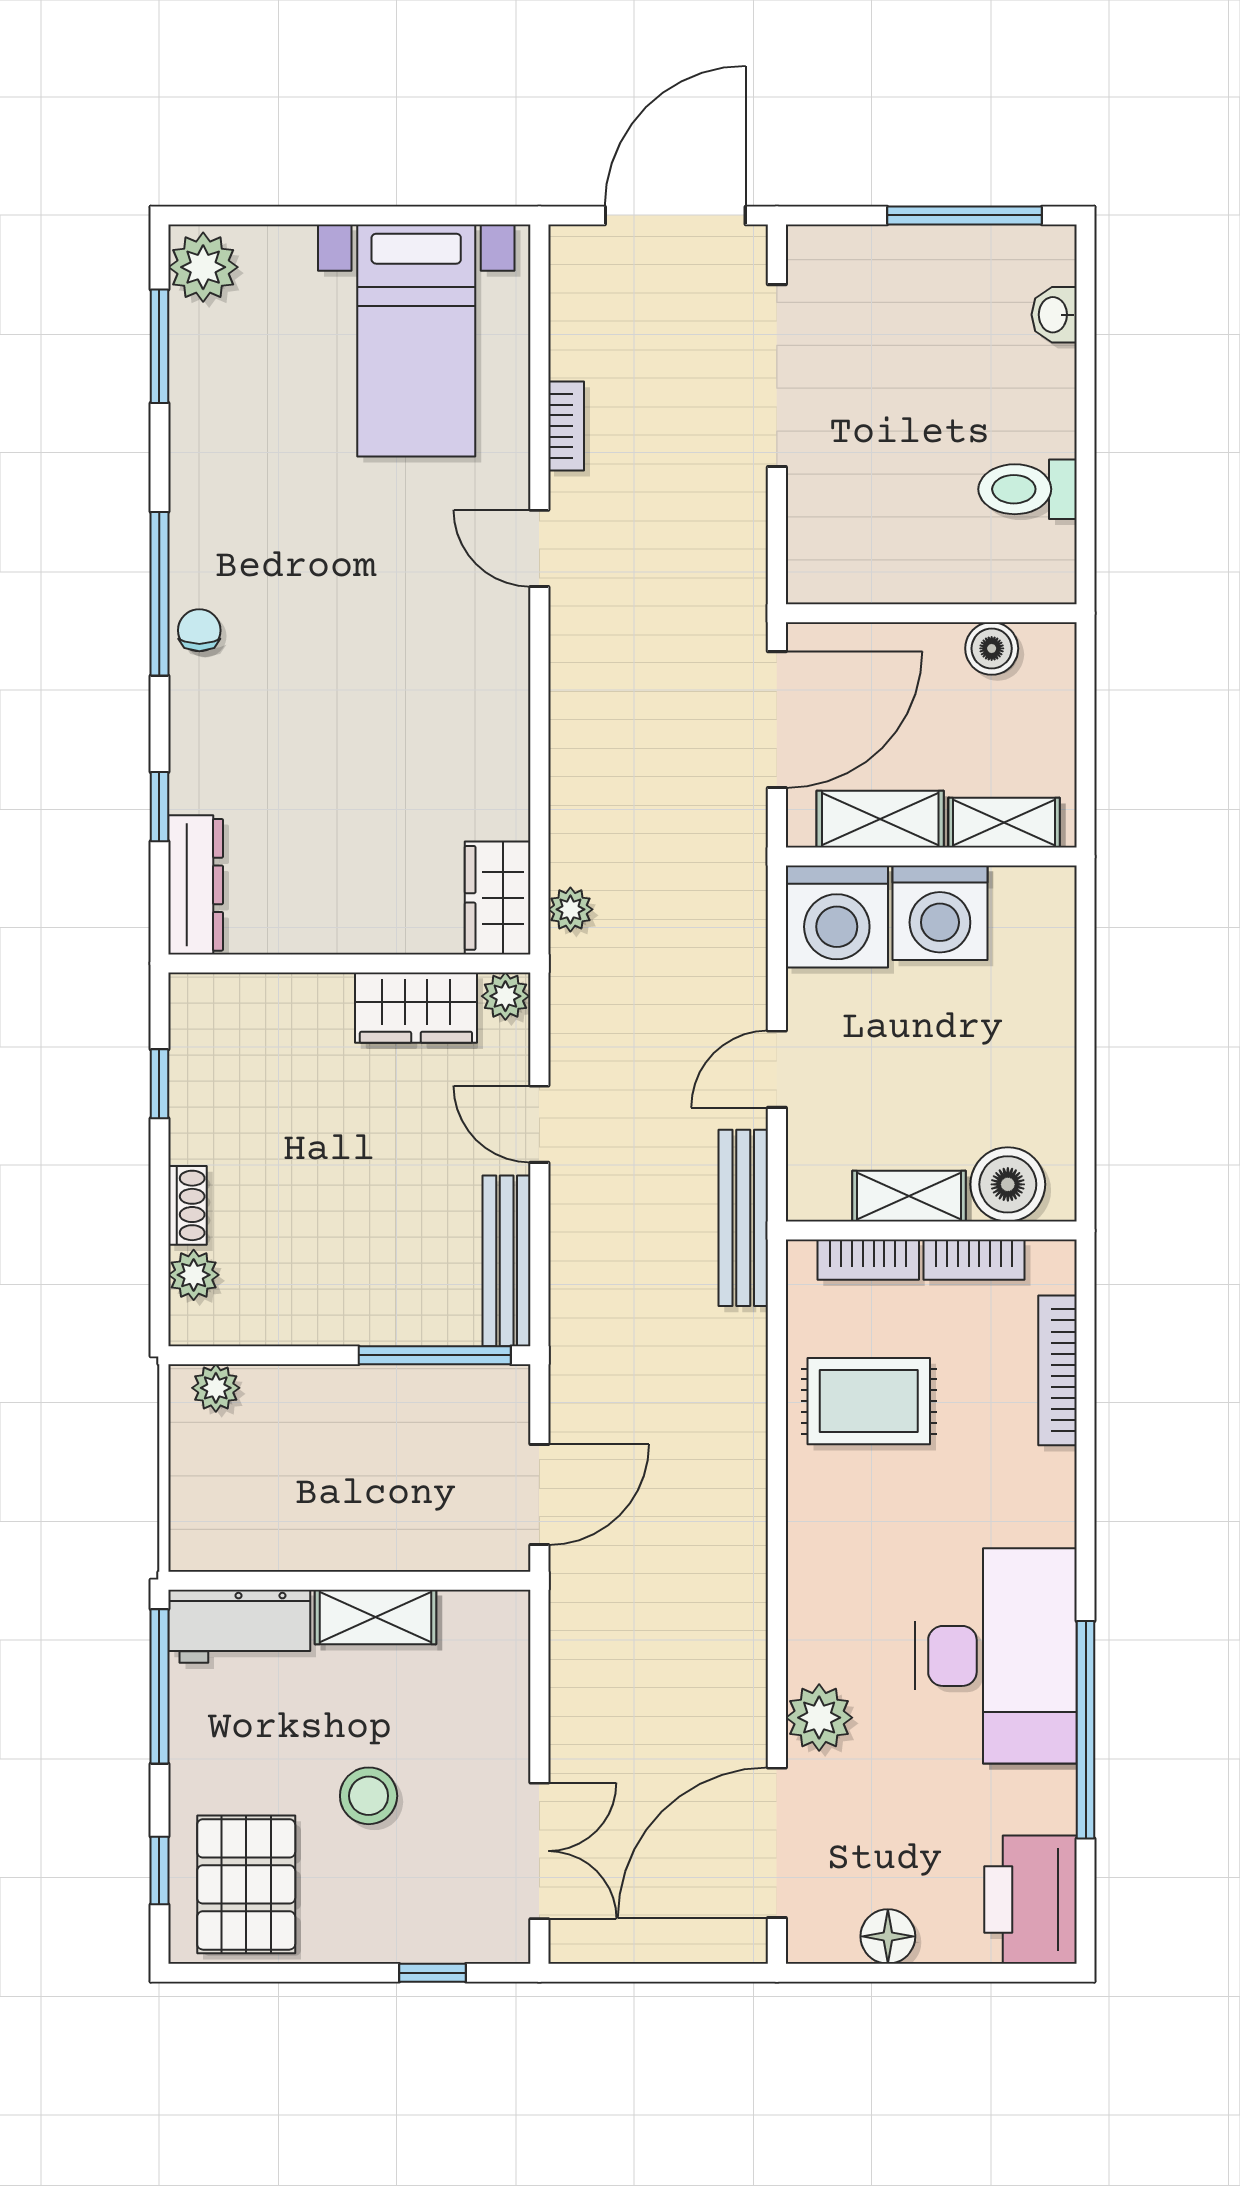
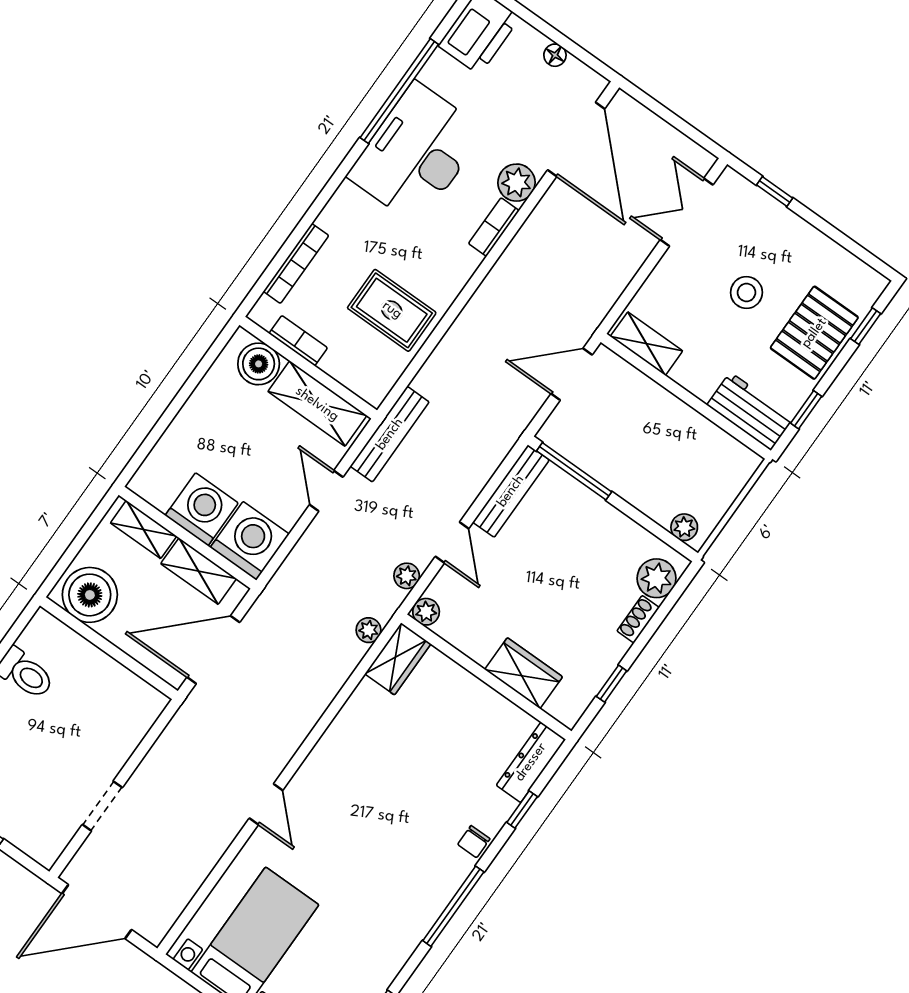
doorway: (777, 376) -> (102, 806), width x0.53
bookcase: (566, 426) -> (214, 851), removed
chair: (199, 630) -> (474, 842), moved
boiler: (992, 648) -> (90, 595), width x1.86, depth x1.86
wardrobe: (416, 1008) -> (524, 673), moved
plant: (571, 1028) -> (407, 576), added
door: (777, 1069) -> (326, 491), swing flipped
shelving: (909, 1196) -> (317, 404), width x1.50, depth x1.33
bookcase: (868, 1260) -> (494, 227), moved, turned -90
plant: (194, 1275) -> (657, 578), width x1.38, depth x1.38
shelving: (375, 1617) -> (646, 344), moved
window: (159, 1686) -> (806, 410), width x0.46
door: (777, 1843) -> (576, 139), hinge flipped
pallet: (246, 1884) -> (814, 333), moved
floor lamp: (888, 1936) -> (555, 55), width x0.73, depth x0.73

